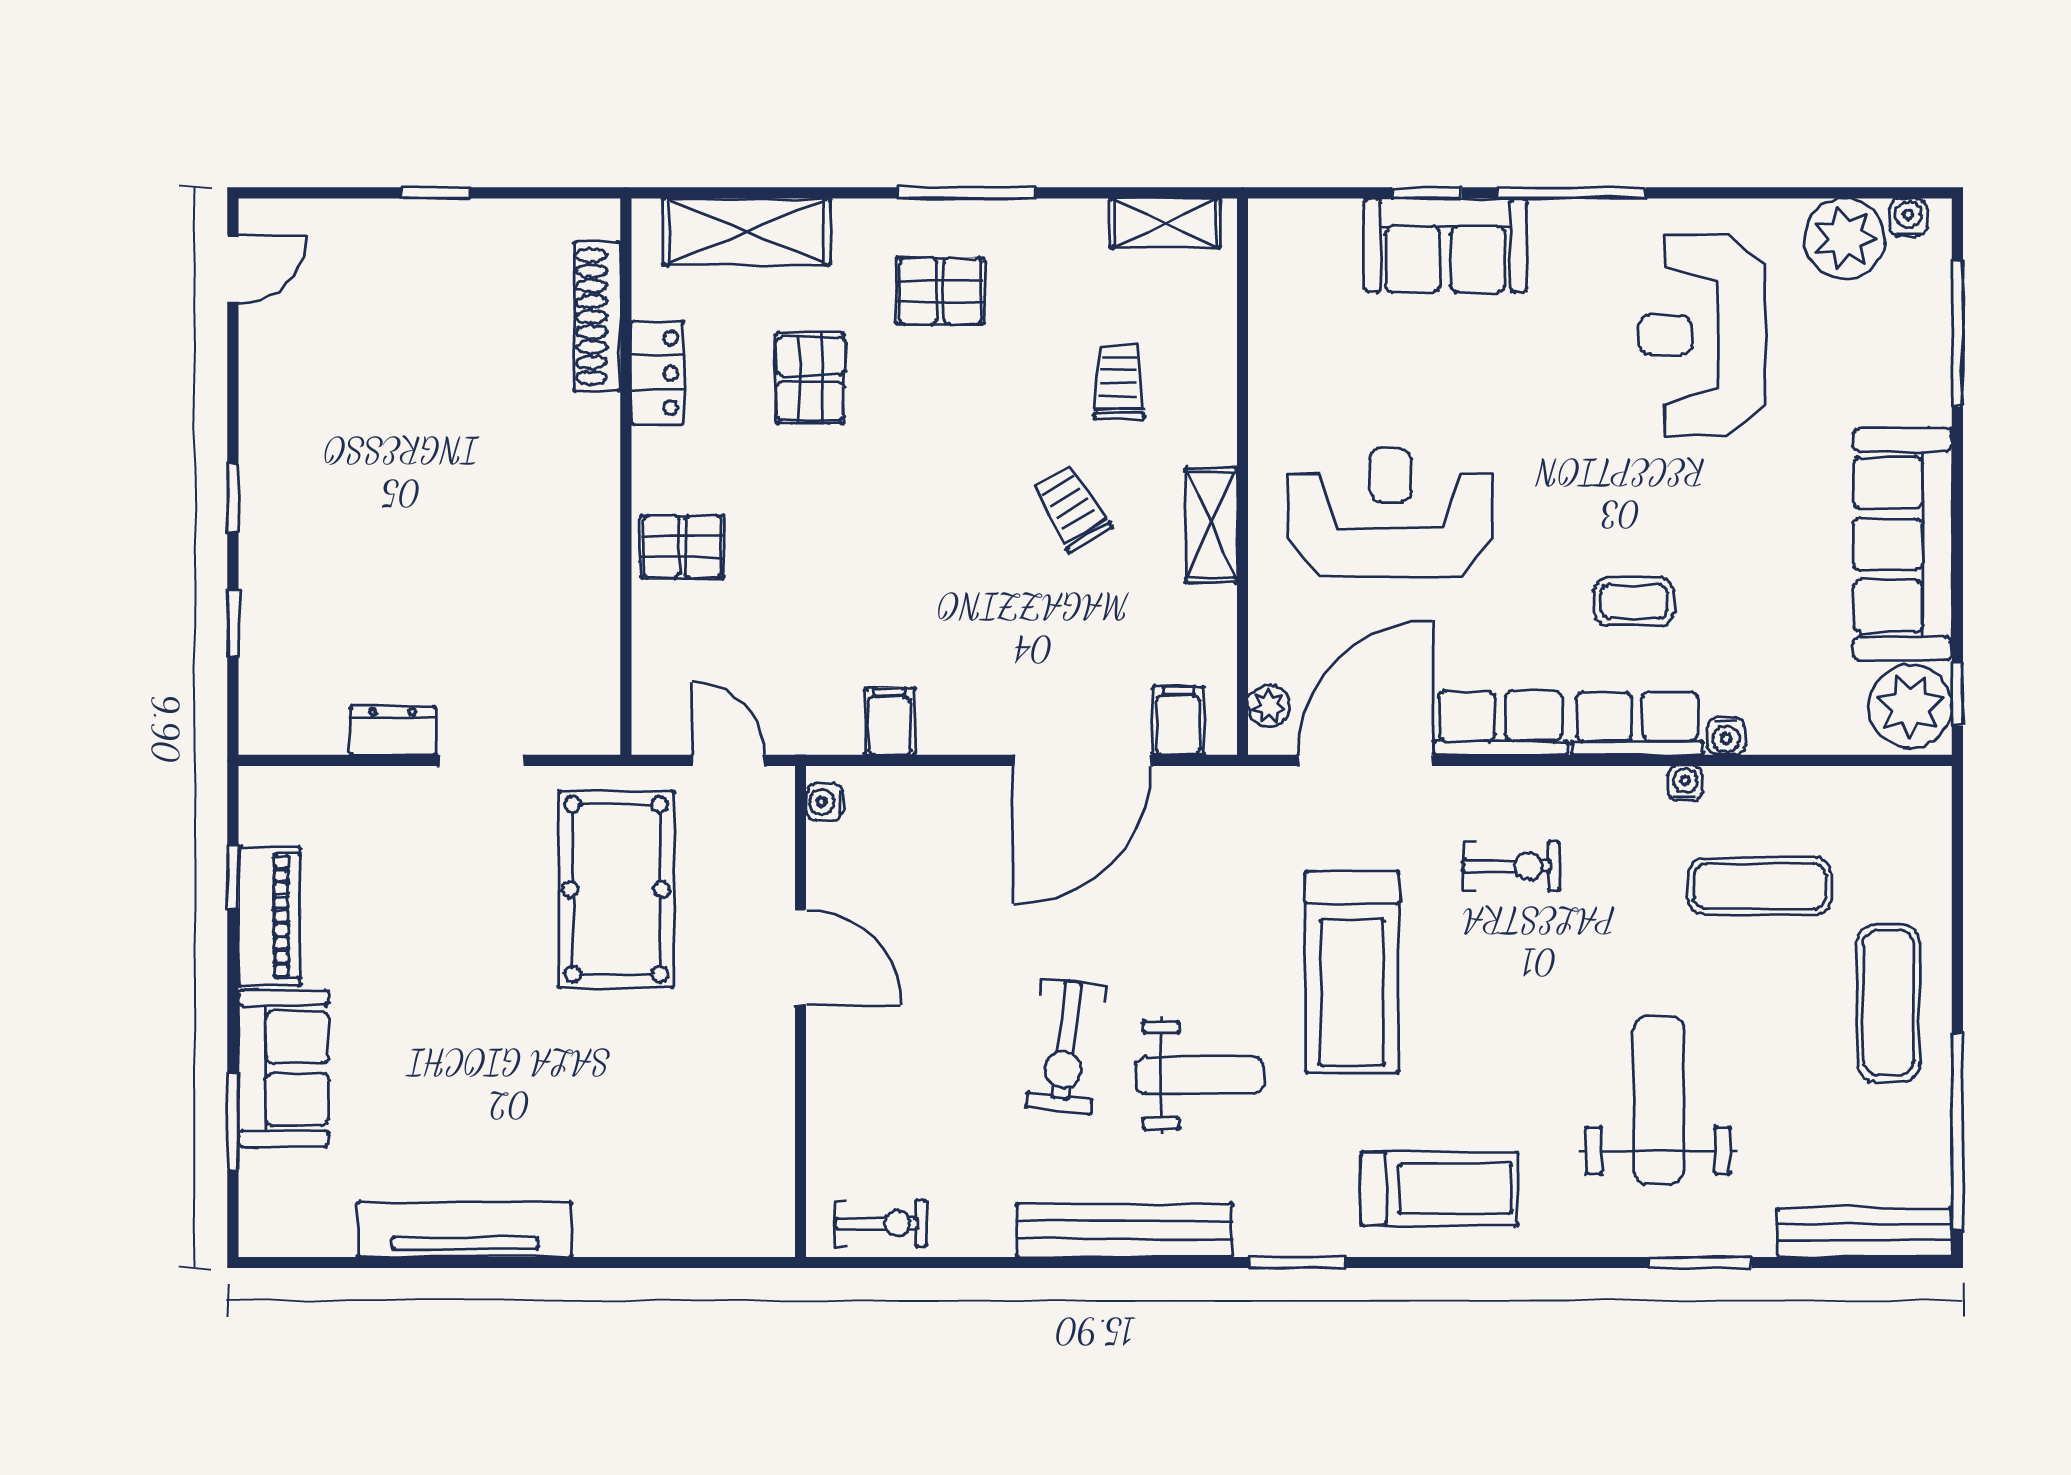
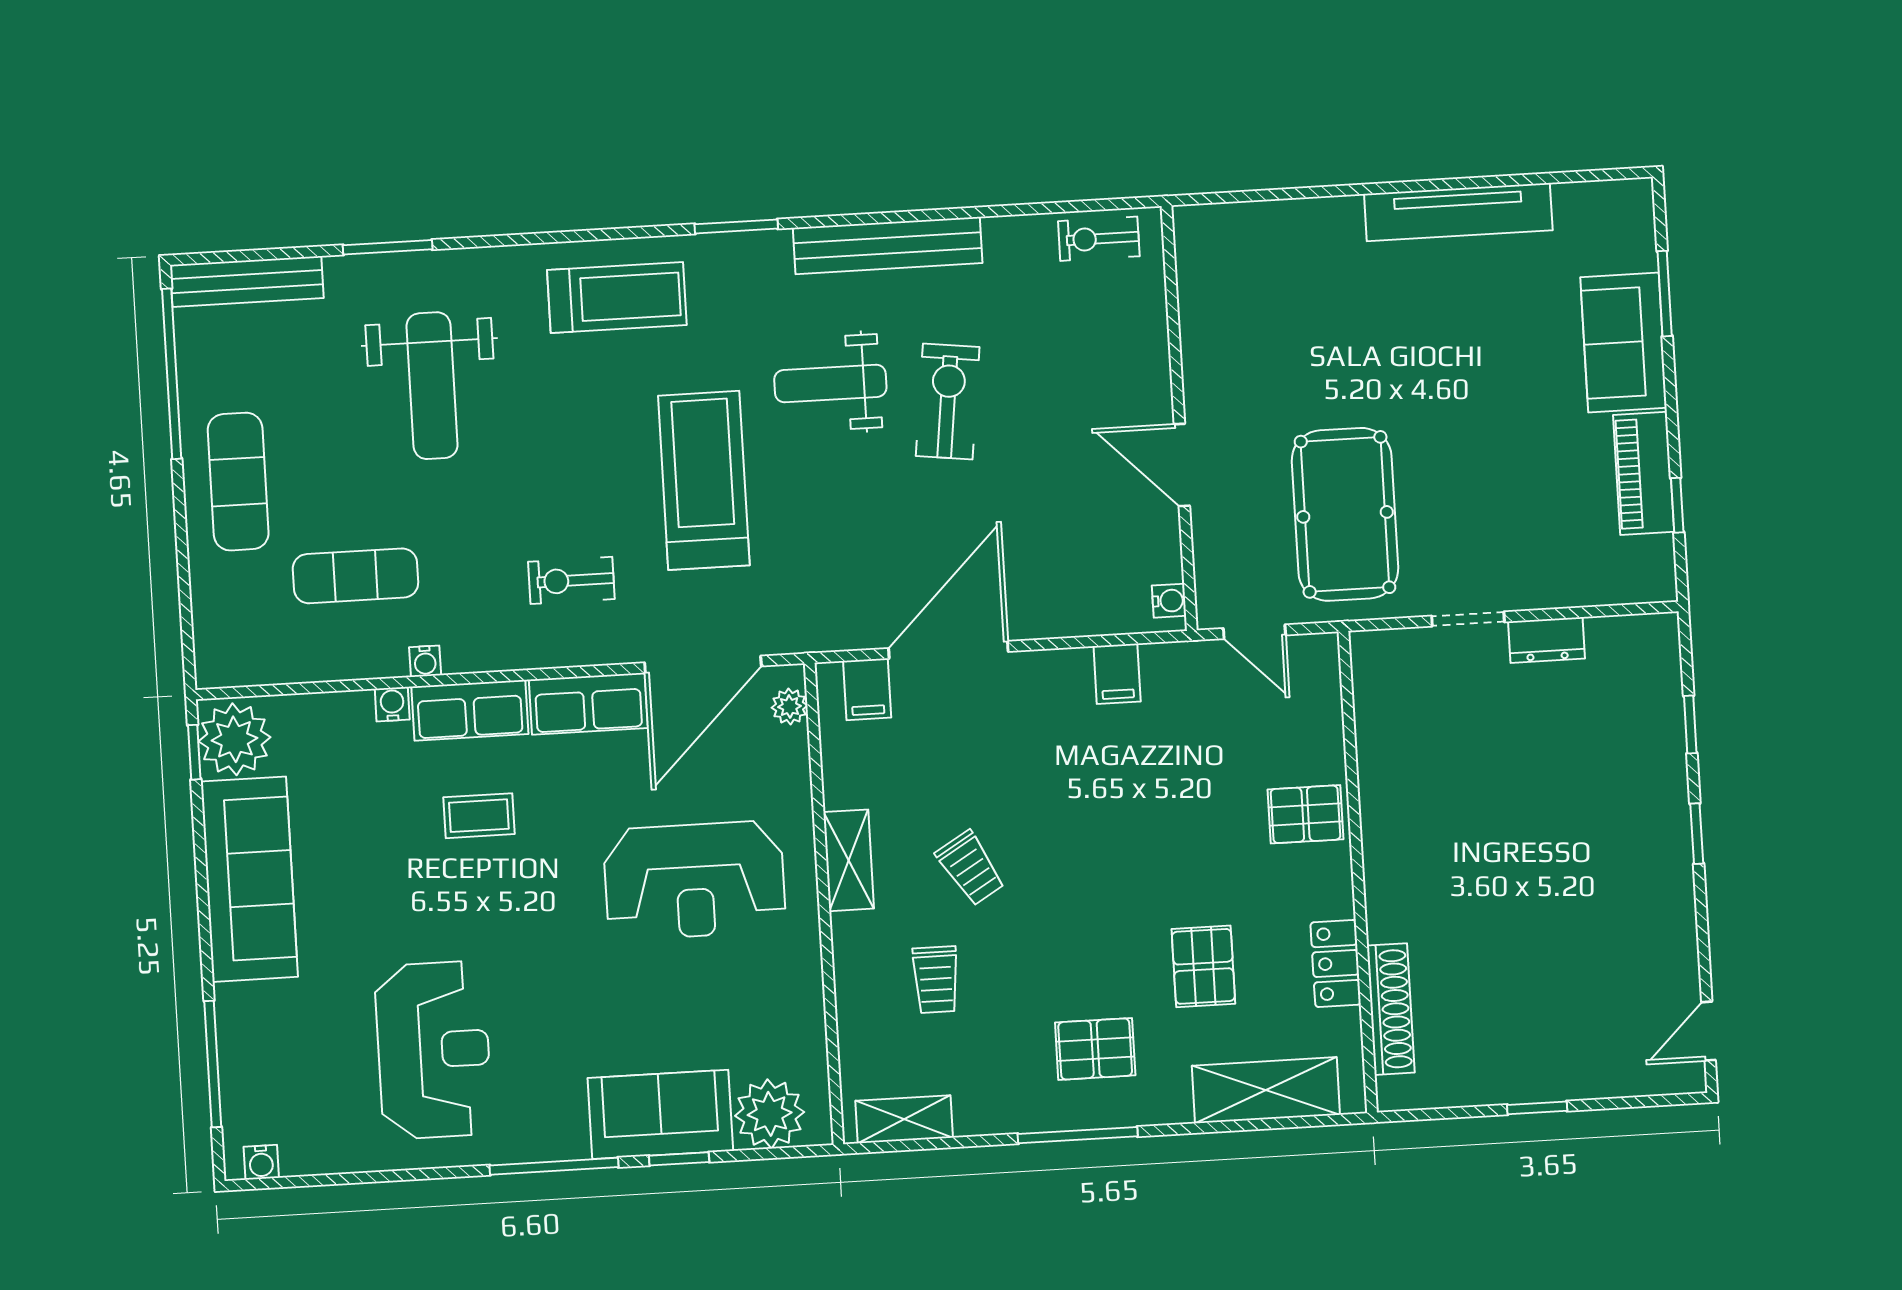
plant: (1845, 238) -> (770, 1114), moved
treadmill: (1440, 1189) -> (617, 298), turned 180

